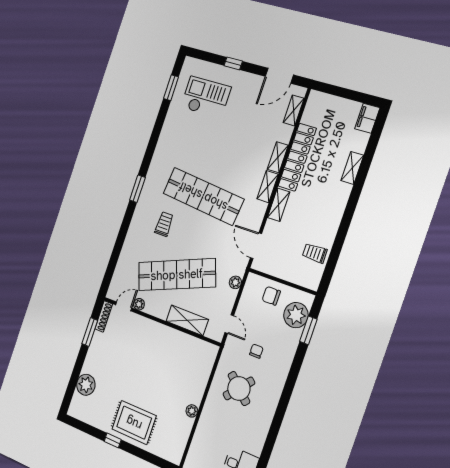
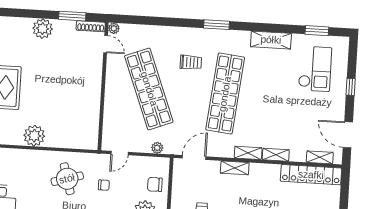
locker: (297, 157) -> (311, 175), moved
chair: (271, 296) -> (155, 184), turned -90
plant: (139, 304) -> (114, 28), moved
shelving: (187, 320) -> (271, 40), moved, turned 90
plant: (86, 385) -> (43, 29), moved
round table: (239, 388) -> (67, 179), turned 33
plant: (192, 411) -> (34, 136), width x1.88, depth x1.88

